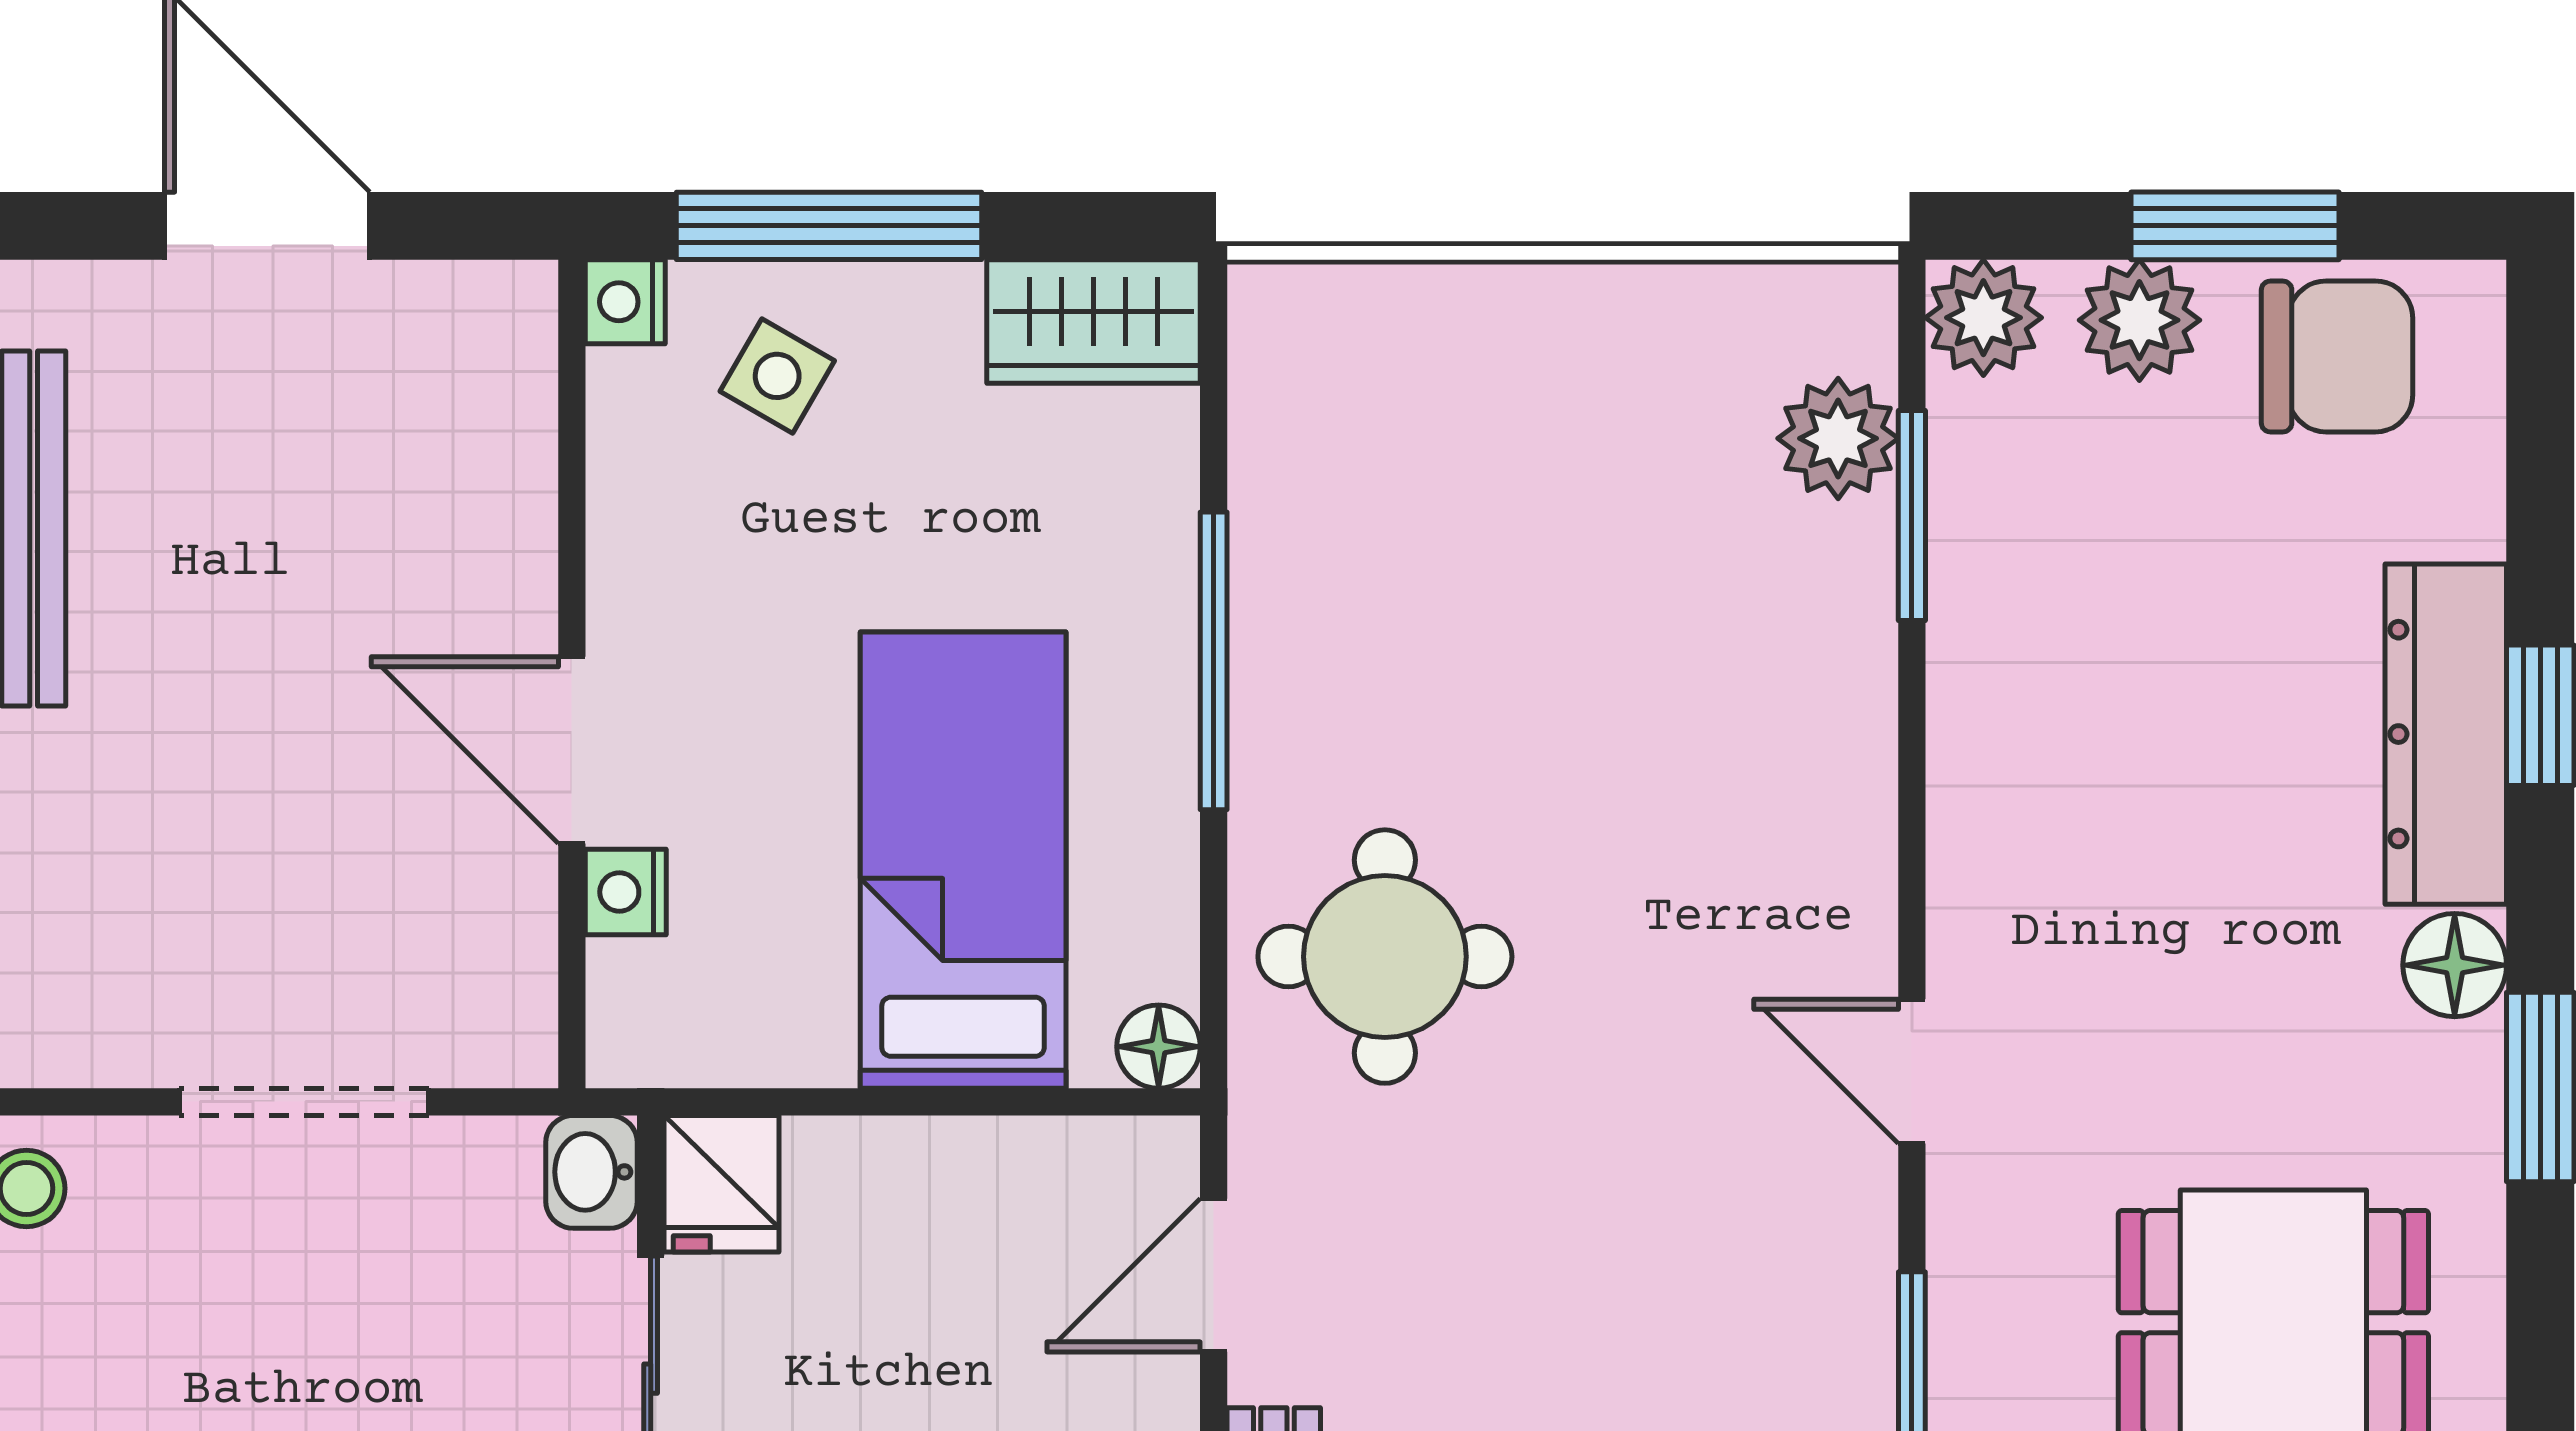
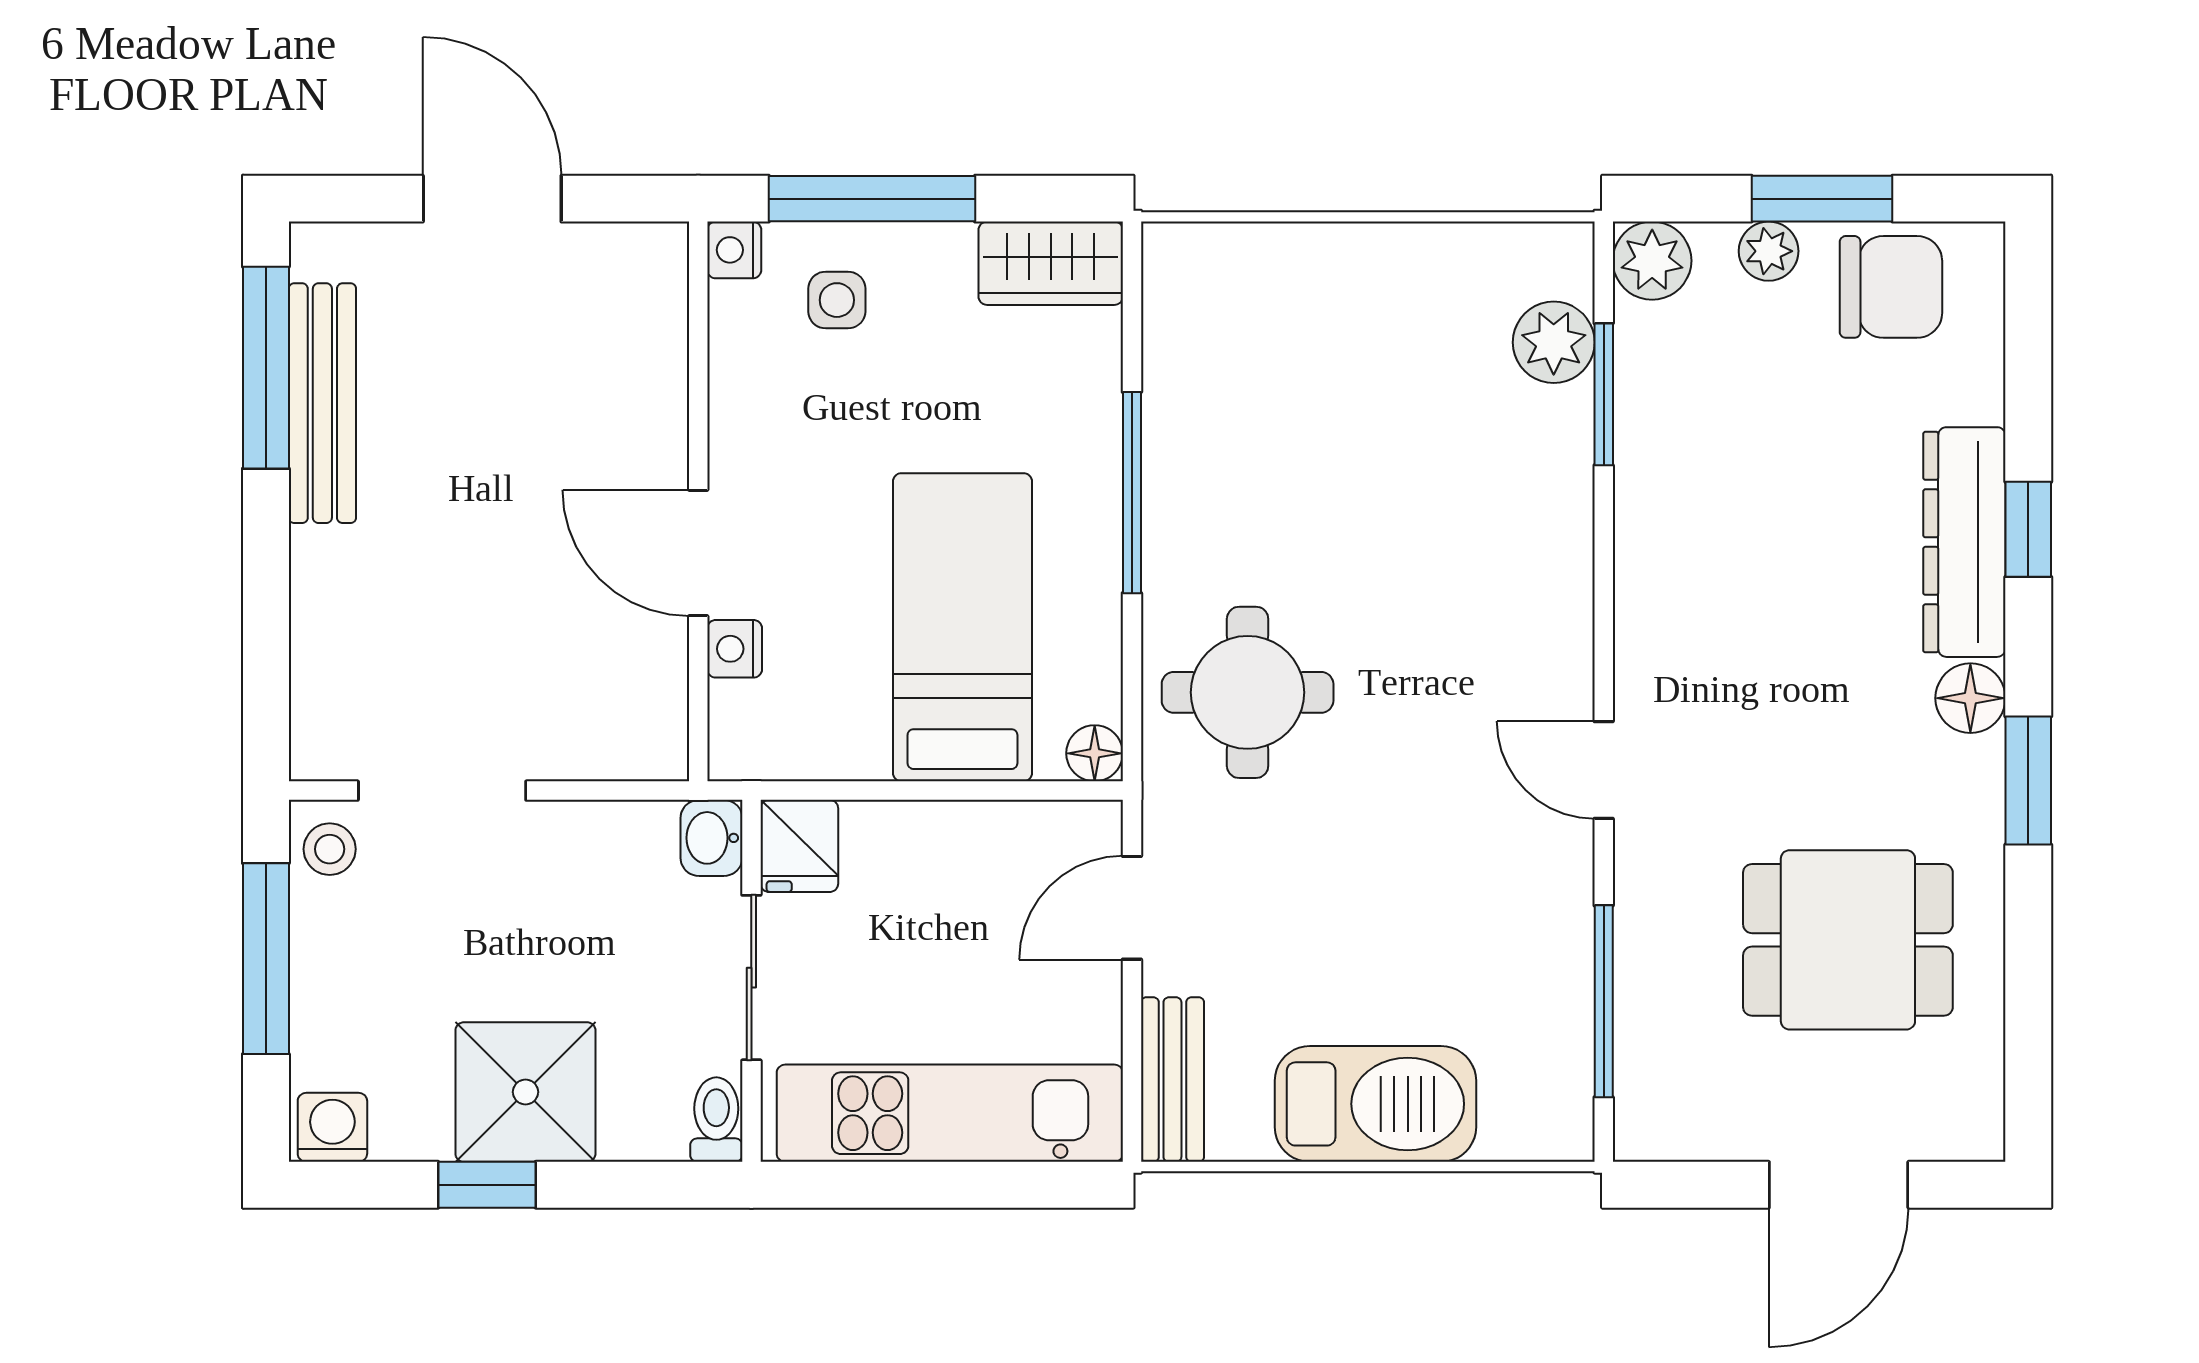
plant: (2139, 320) -> (1769, 251), width x0.73, depth x0.73
side table: (777, 376) -> (837, 300), turned -30
doorway: (304, 1102) -> (442, 791), moved

